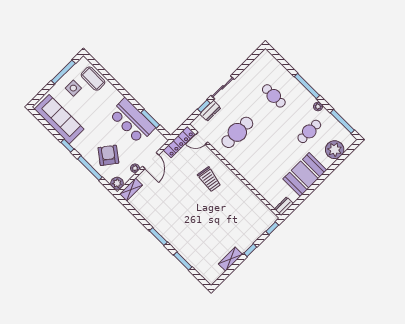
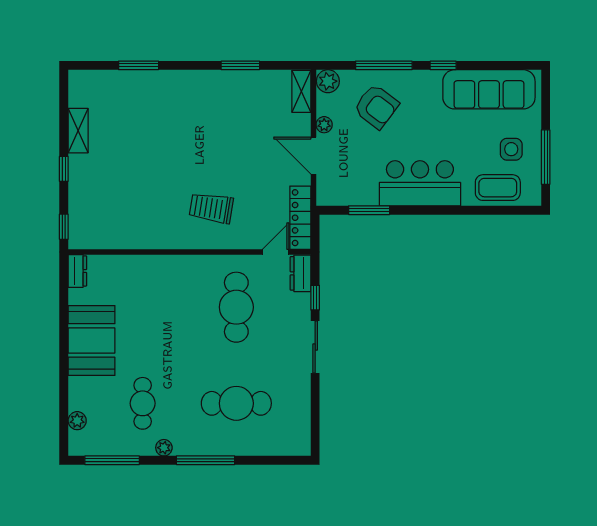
cafe table: (274, 96) -> (236, 403), width x1.37, depth x1.35
dresser: (210, 111) -> (301, 273), moved
bar counter: (132, 121) -> (420, 183), moved
plant: (335, 150) -> (77, 421), width x0.53, depth x0.53
window: (158, 237) -> (240, 65), moved

